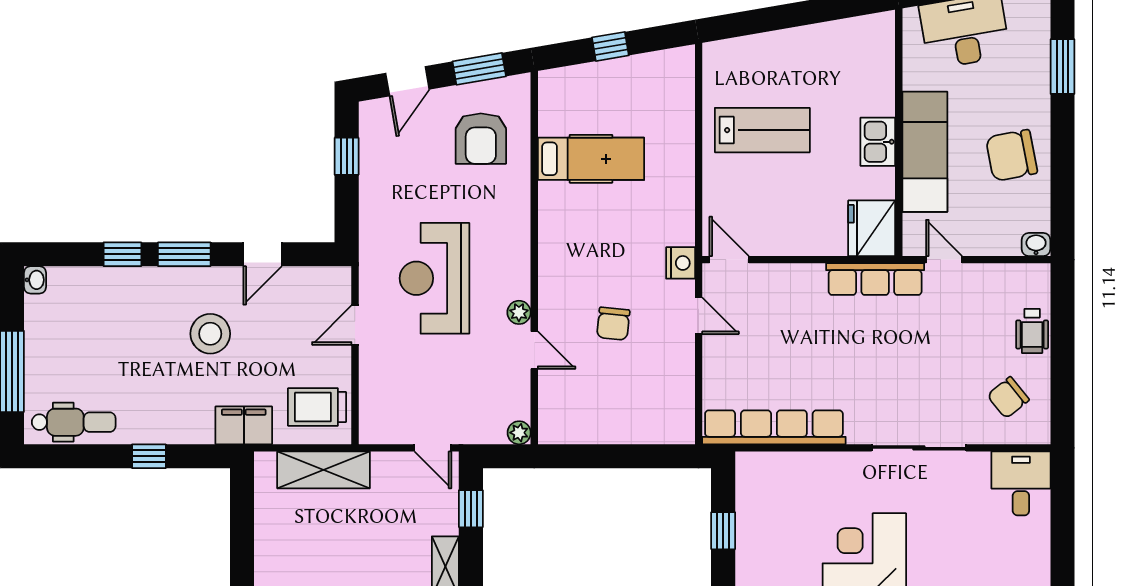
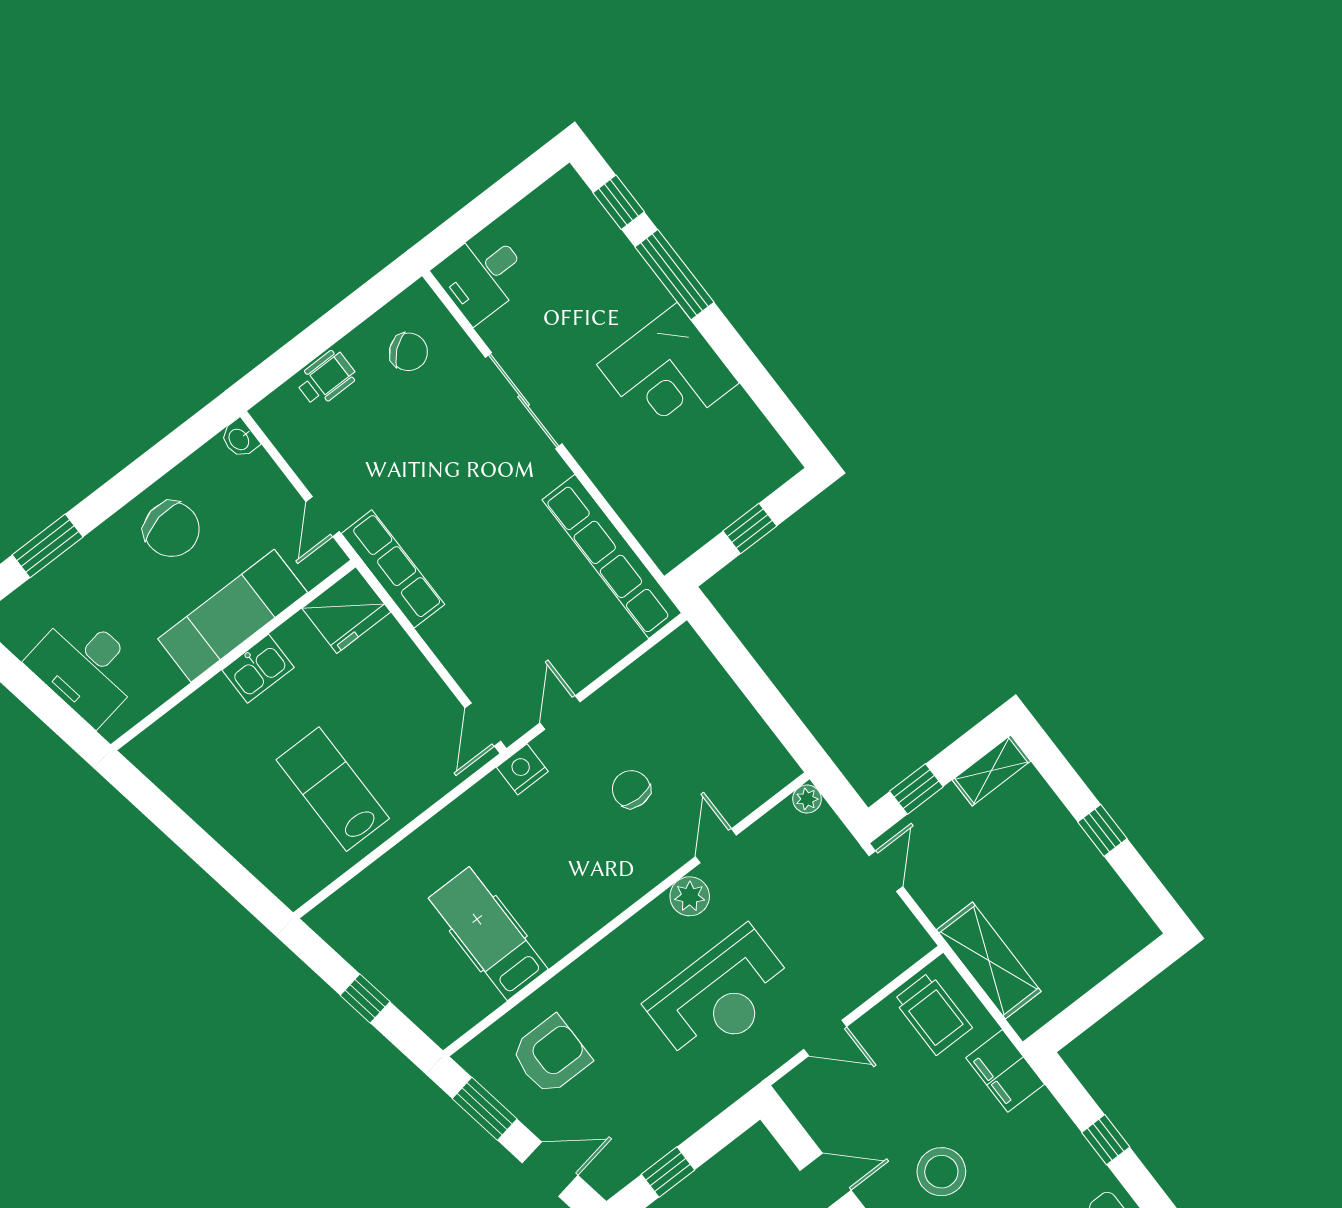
plant: (519, 312) -> (690, 896), width x1.38, depth x1.38
chair: (613, 324) -> (631, 789), turned -96

